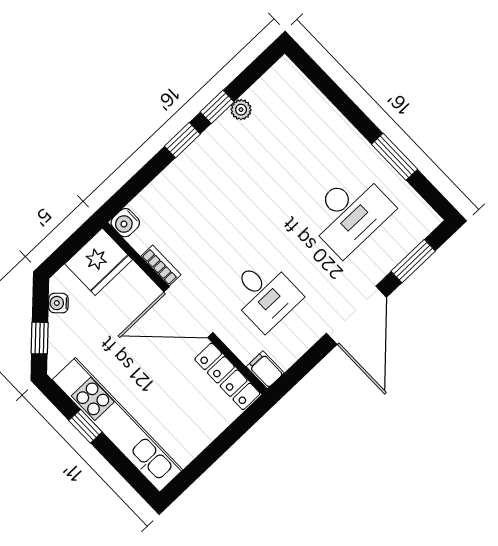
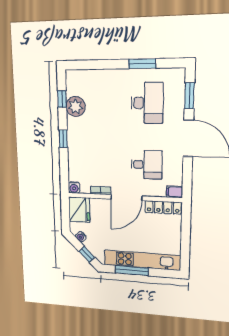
window: (217, 107) -> (62, 99), moved
plant: (241, 110) -> (76, 107), width x1.87, depth x1.87
window: (85, 426) -> (132, 271), width x2.17

